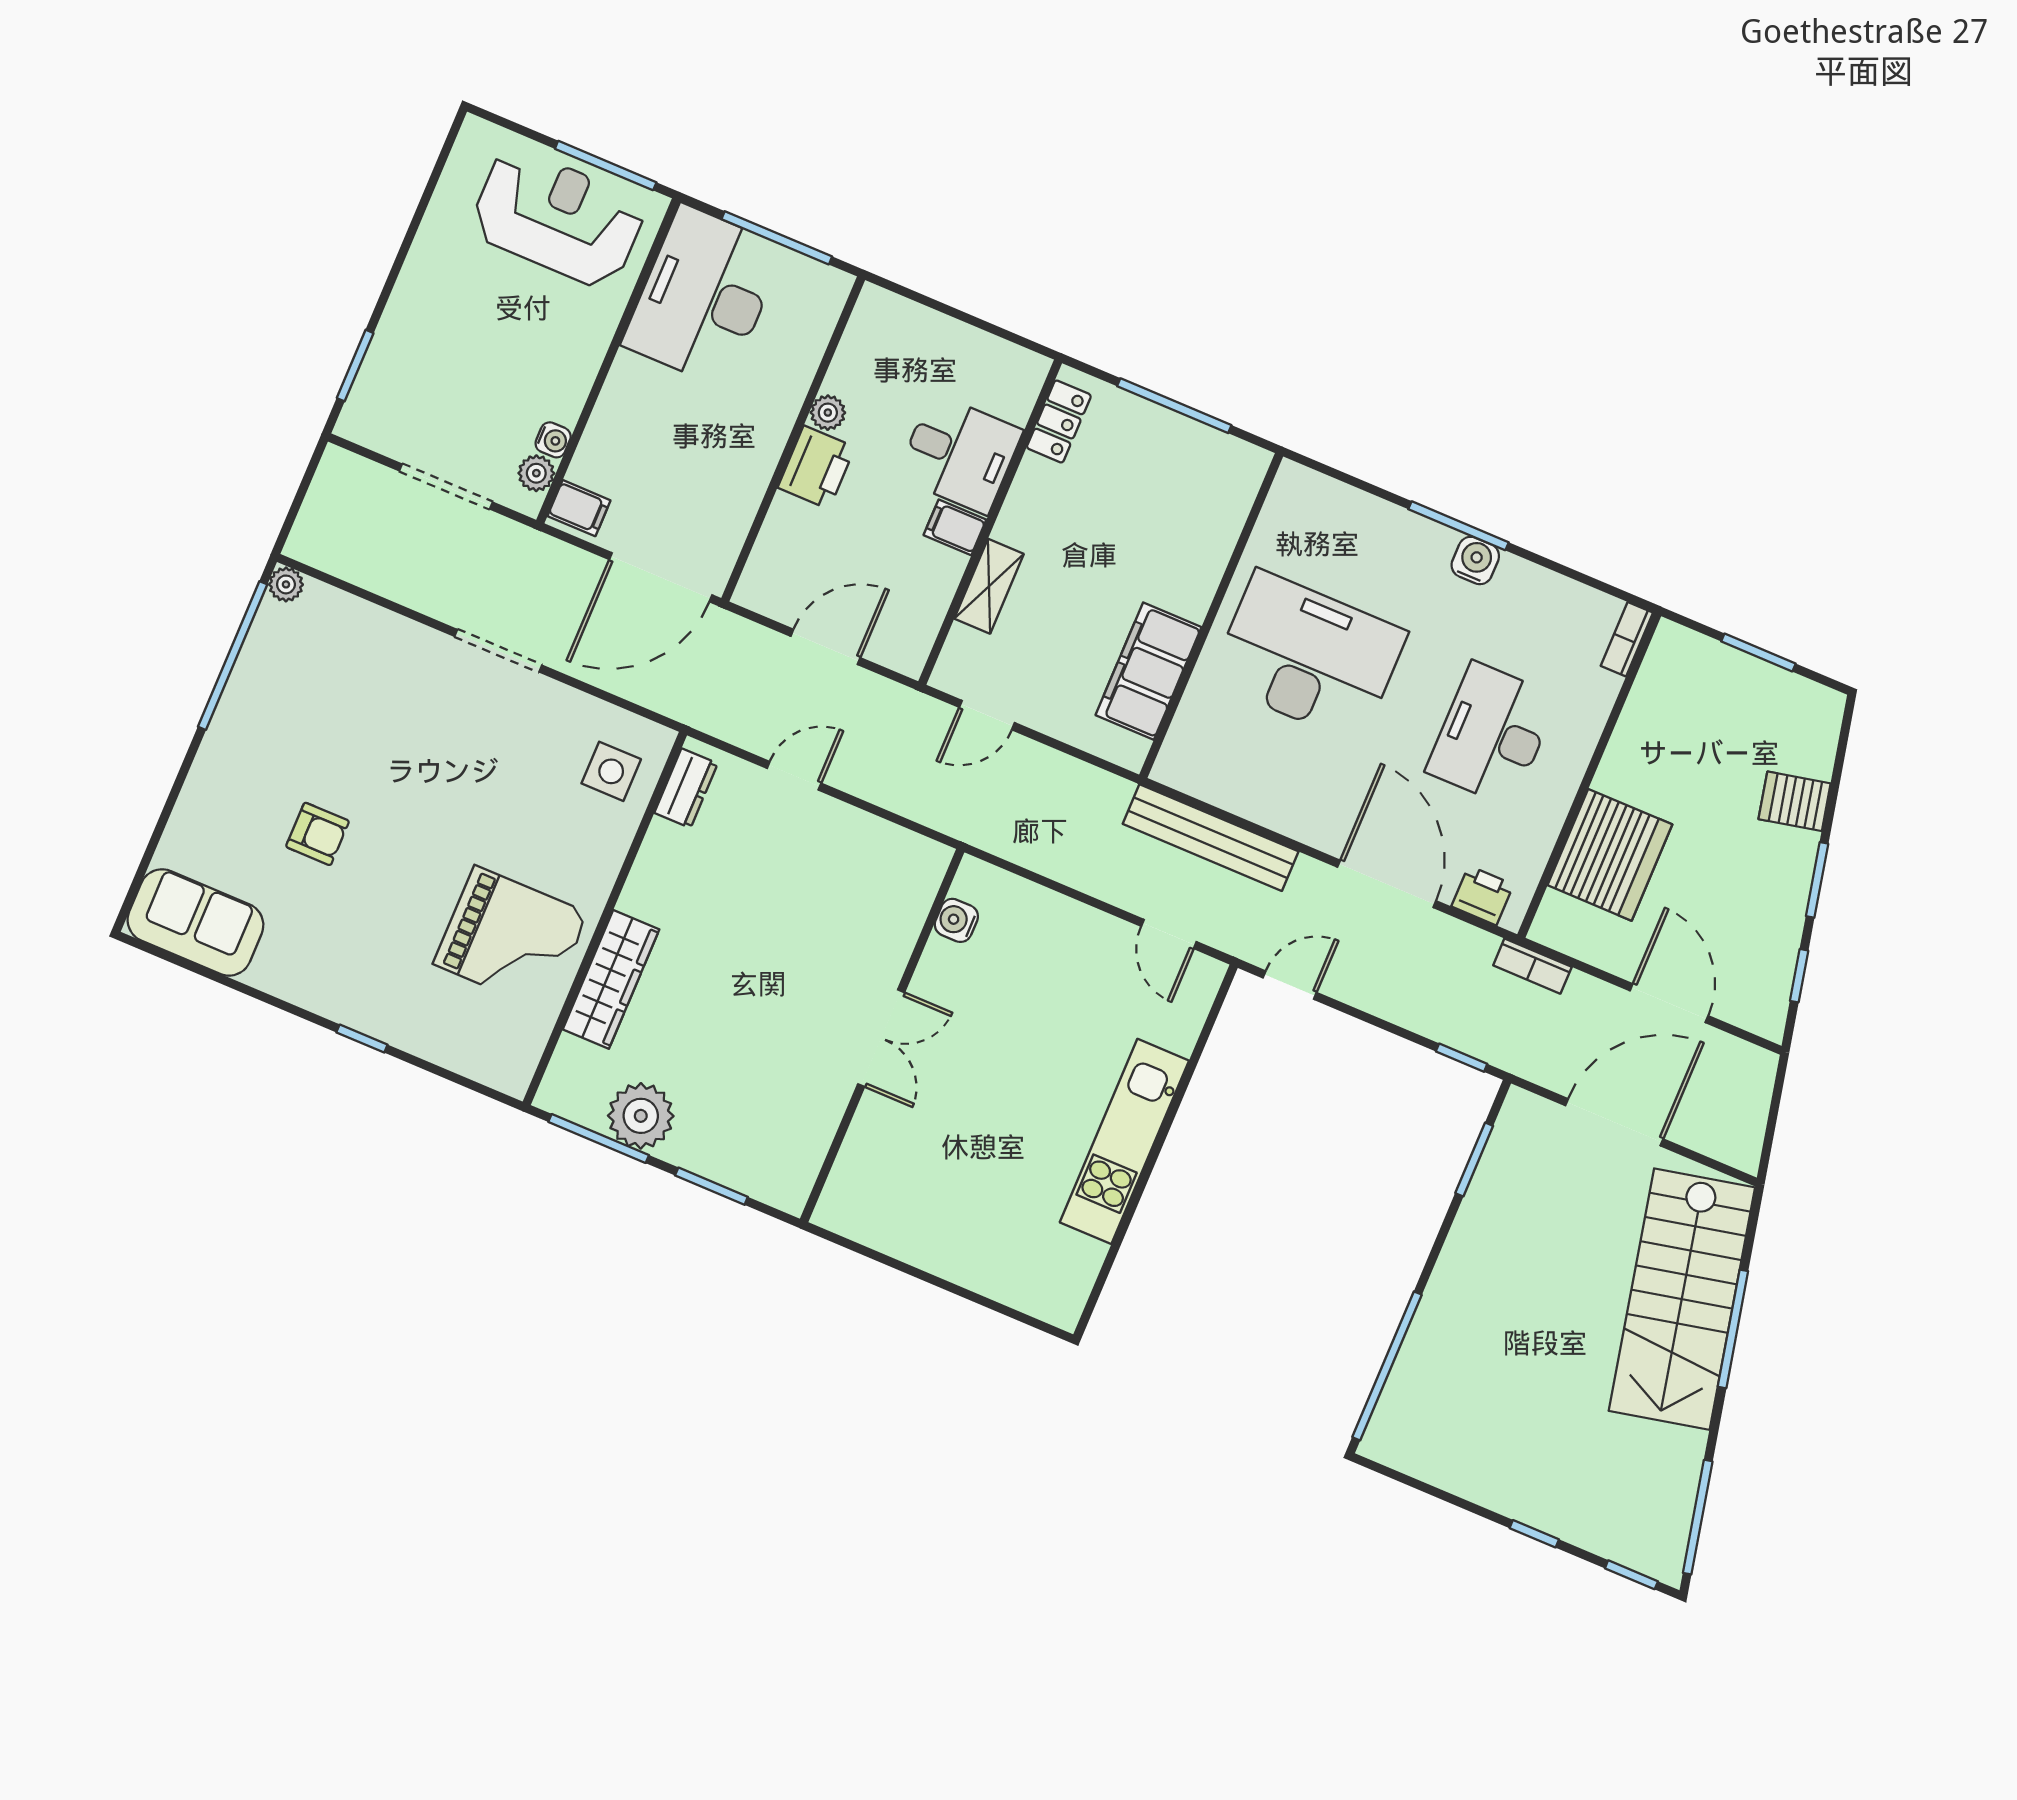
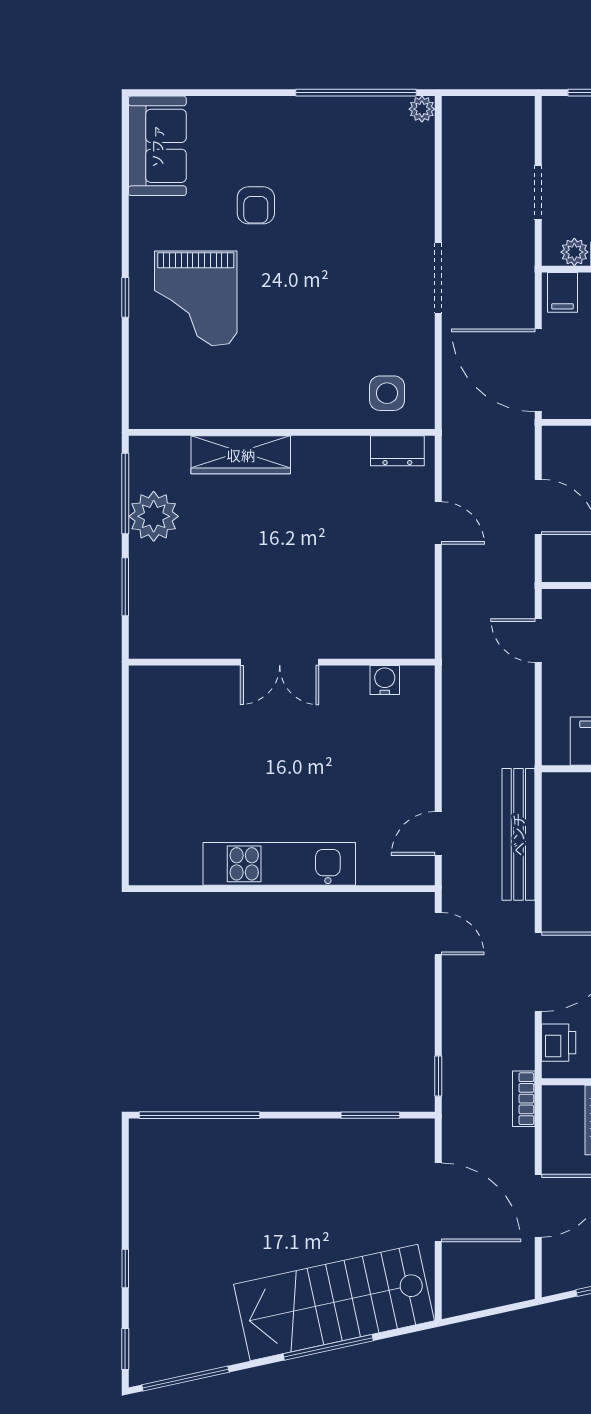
doorway: (446, 487) -> (538, 192), width x0.73
grand piano: (511, 938) -> (196, 298), moved

